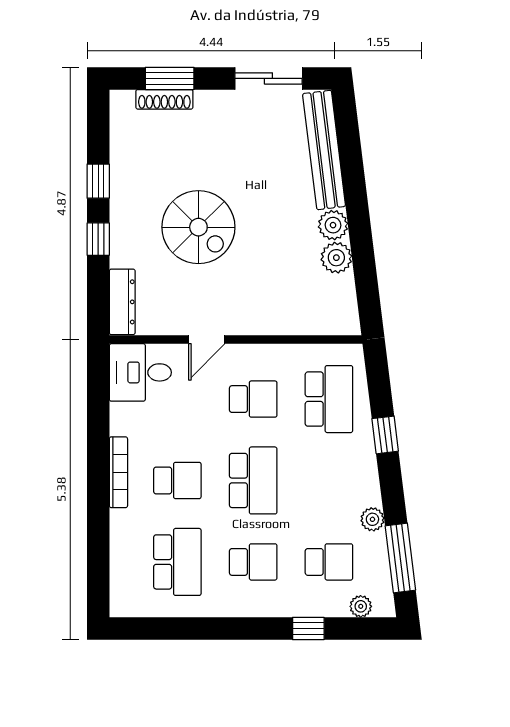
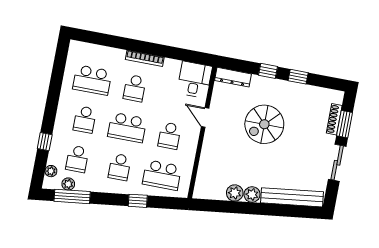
sliding door: (268, 78) -> (337, 163), moved
school desk: (329, 480) -> (120, 167), added
plant: (372, 519) -> (68, 184), moved

